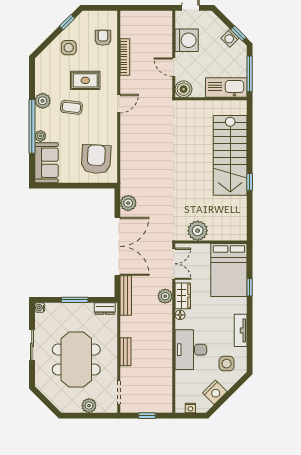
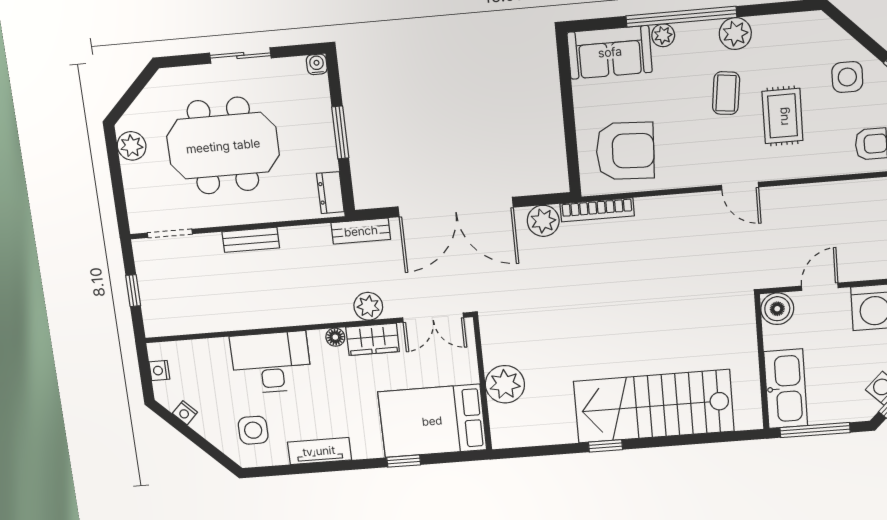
bookcase: (125, 57) -> (597, 210), moved
plant: (198, 231) -> (505, 384), moved
bench: (126, 295) -> (361, 231), width x0.73
nightstand: (215, 392) -> (185, 413), width x0.53, depth x0.56
plant: (89, 406) -> (132, 146), moved

